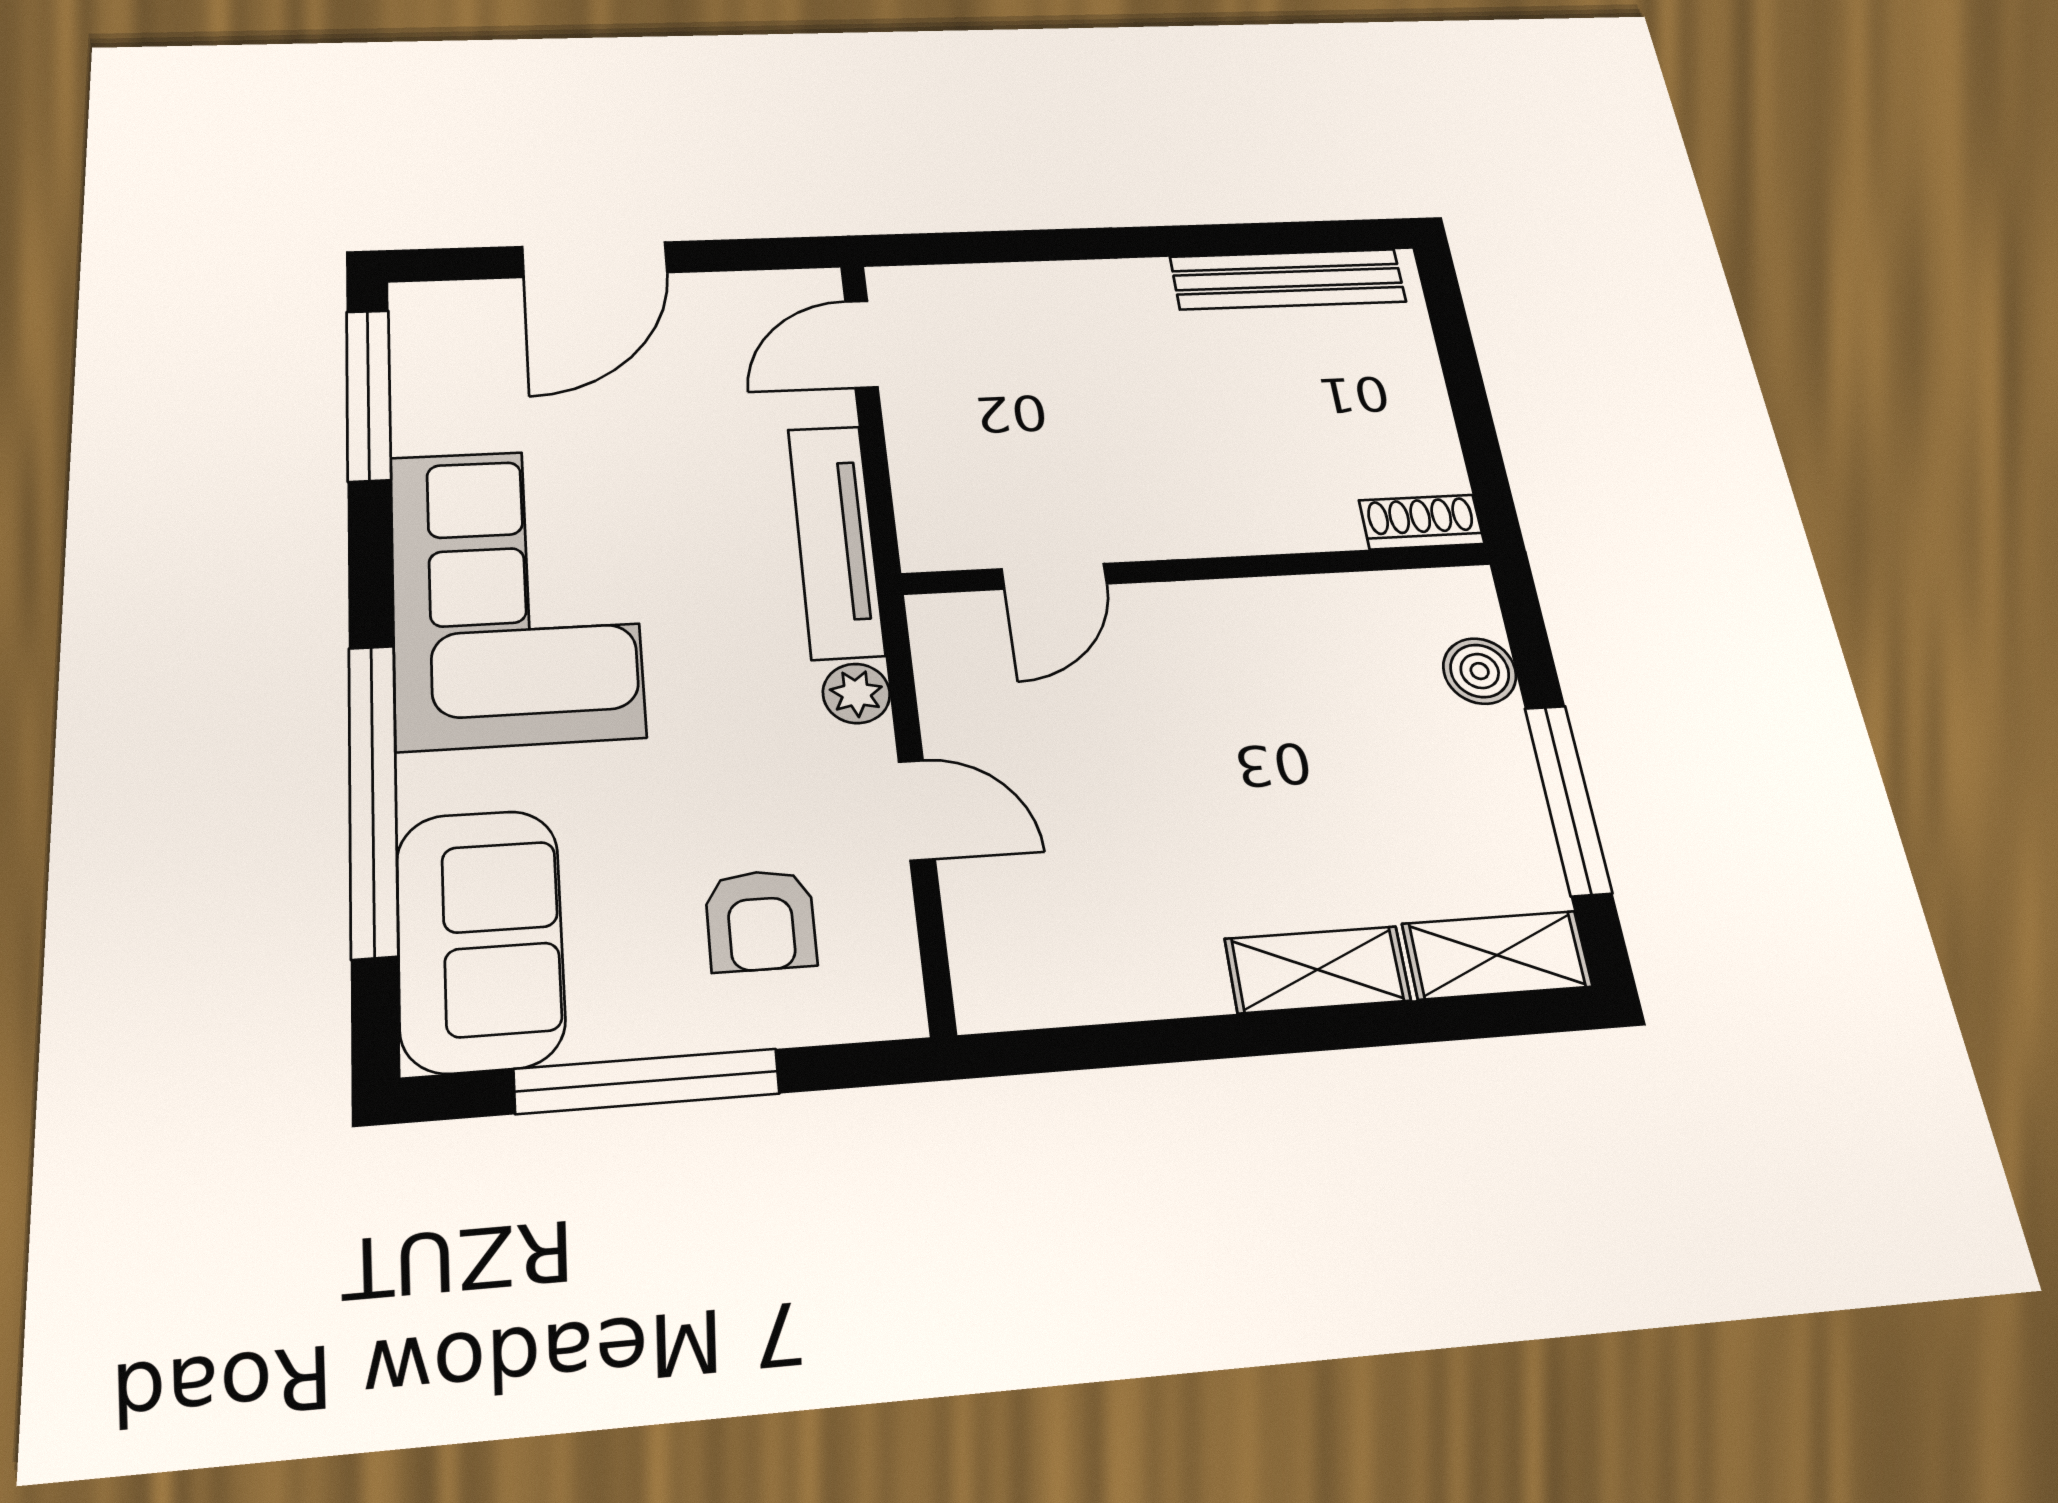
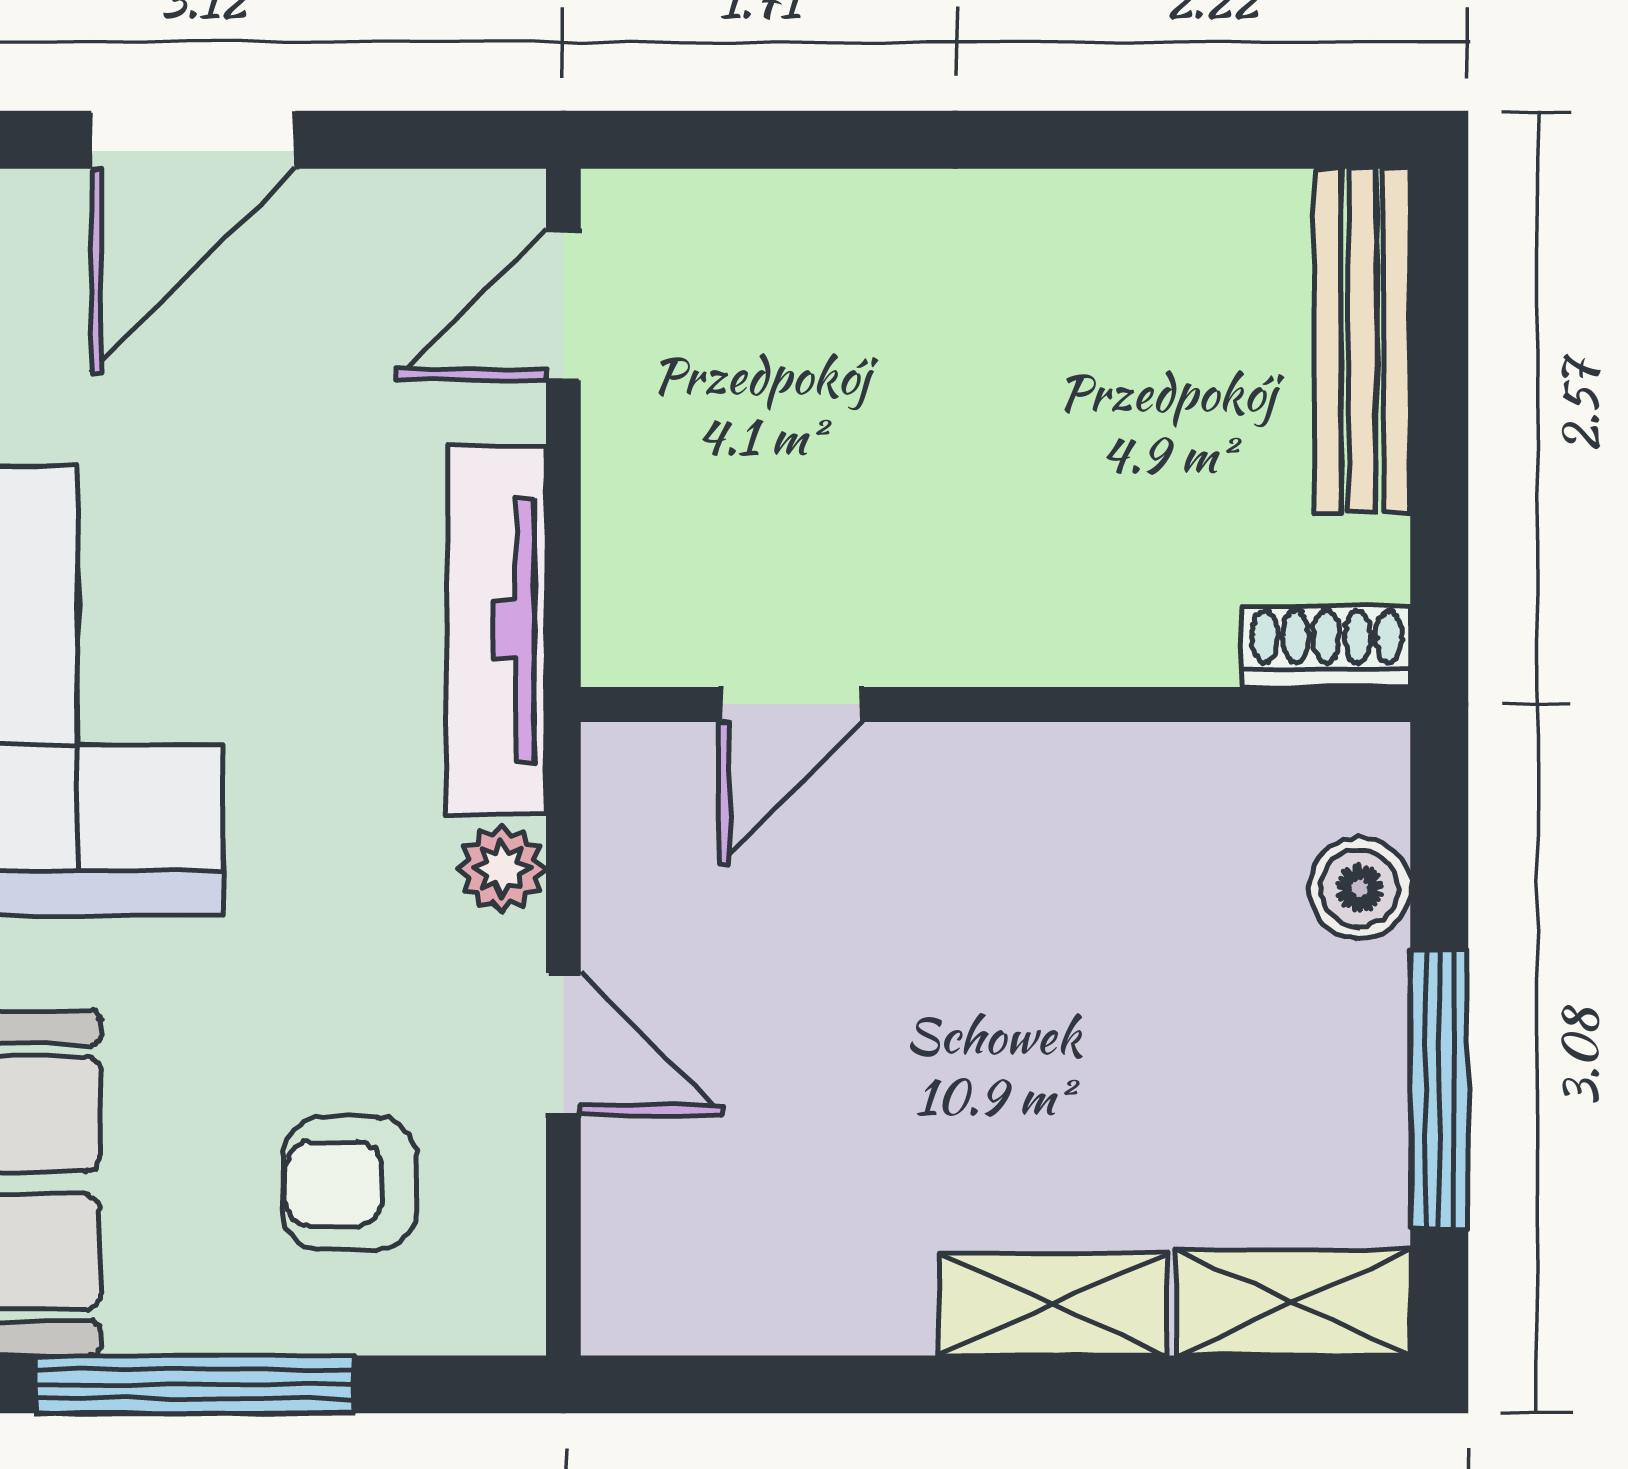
bench: (1288, 279) -> (1362, 341), moved, turned 90
armchair: (761, 920) -> (349, 1183), turned 90

